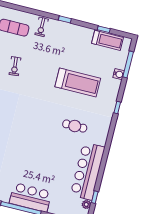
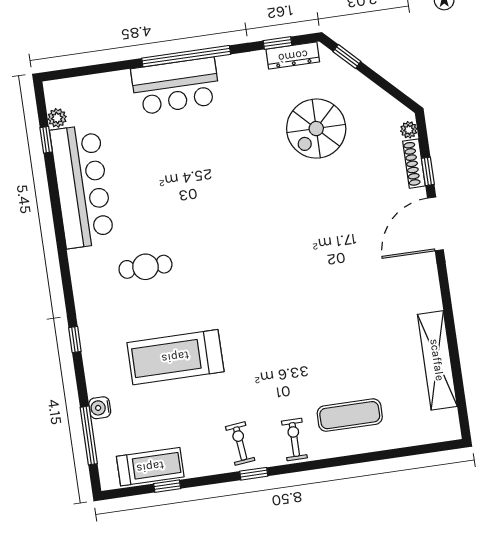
treadmill: (107, 40) -> (150, 467), turned 180
exercise bike: (15, 66) -> (240, 443), moved

